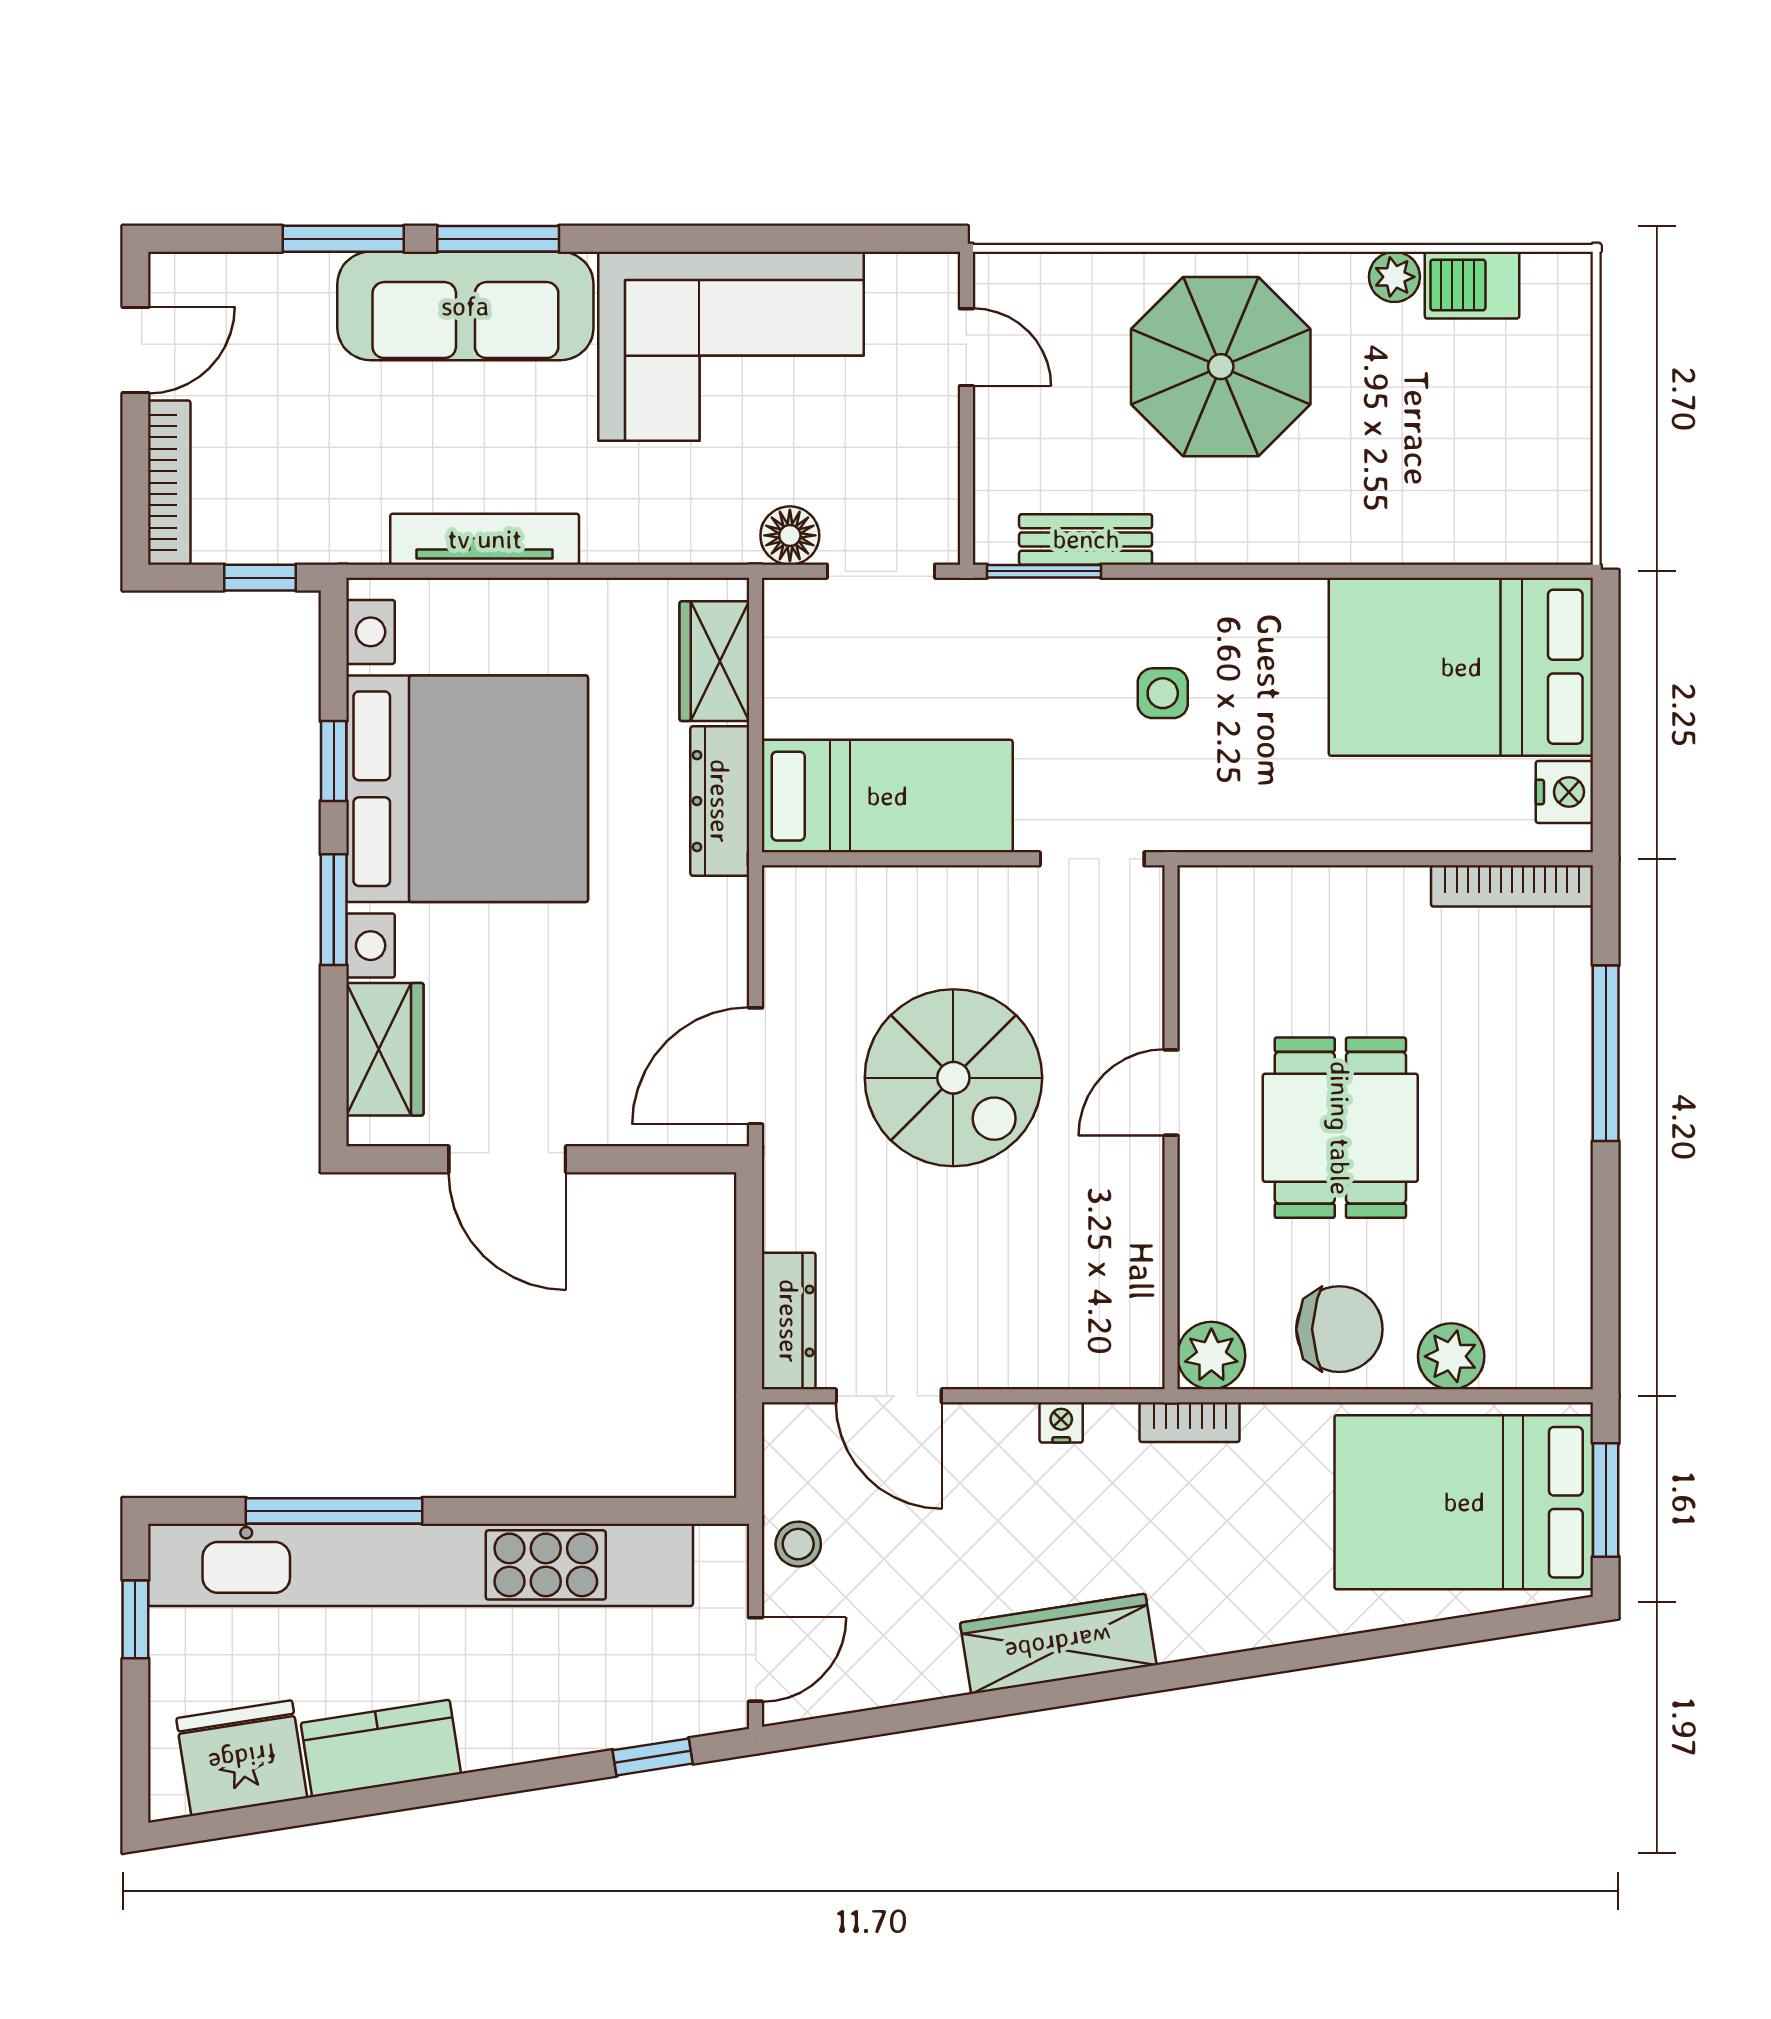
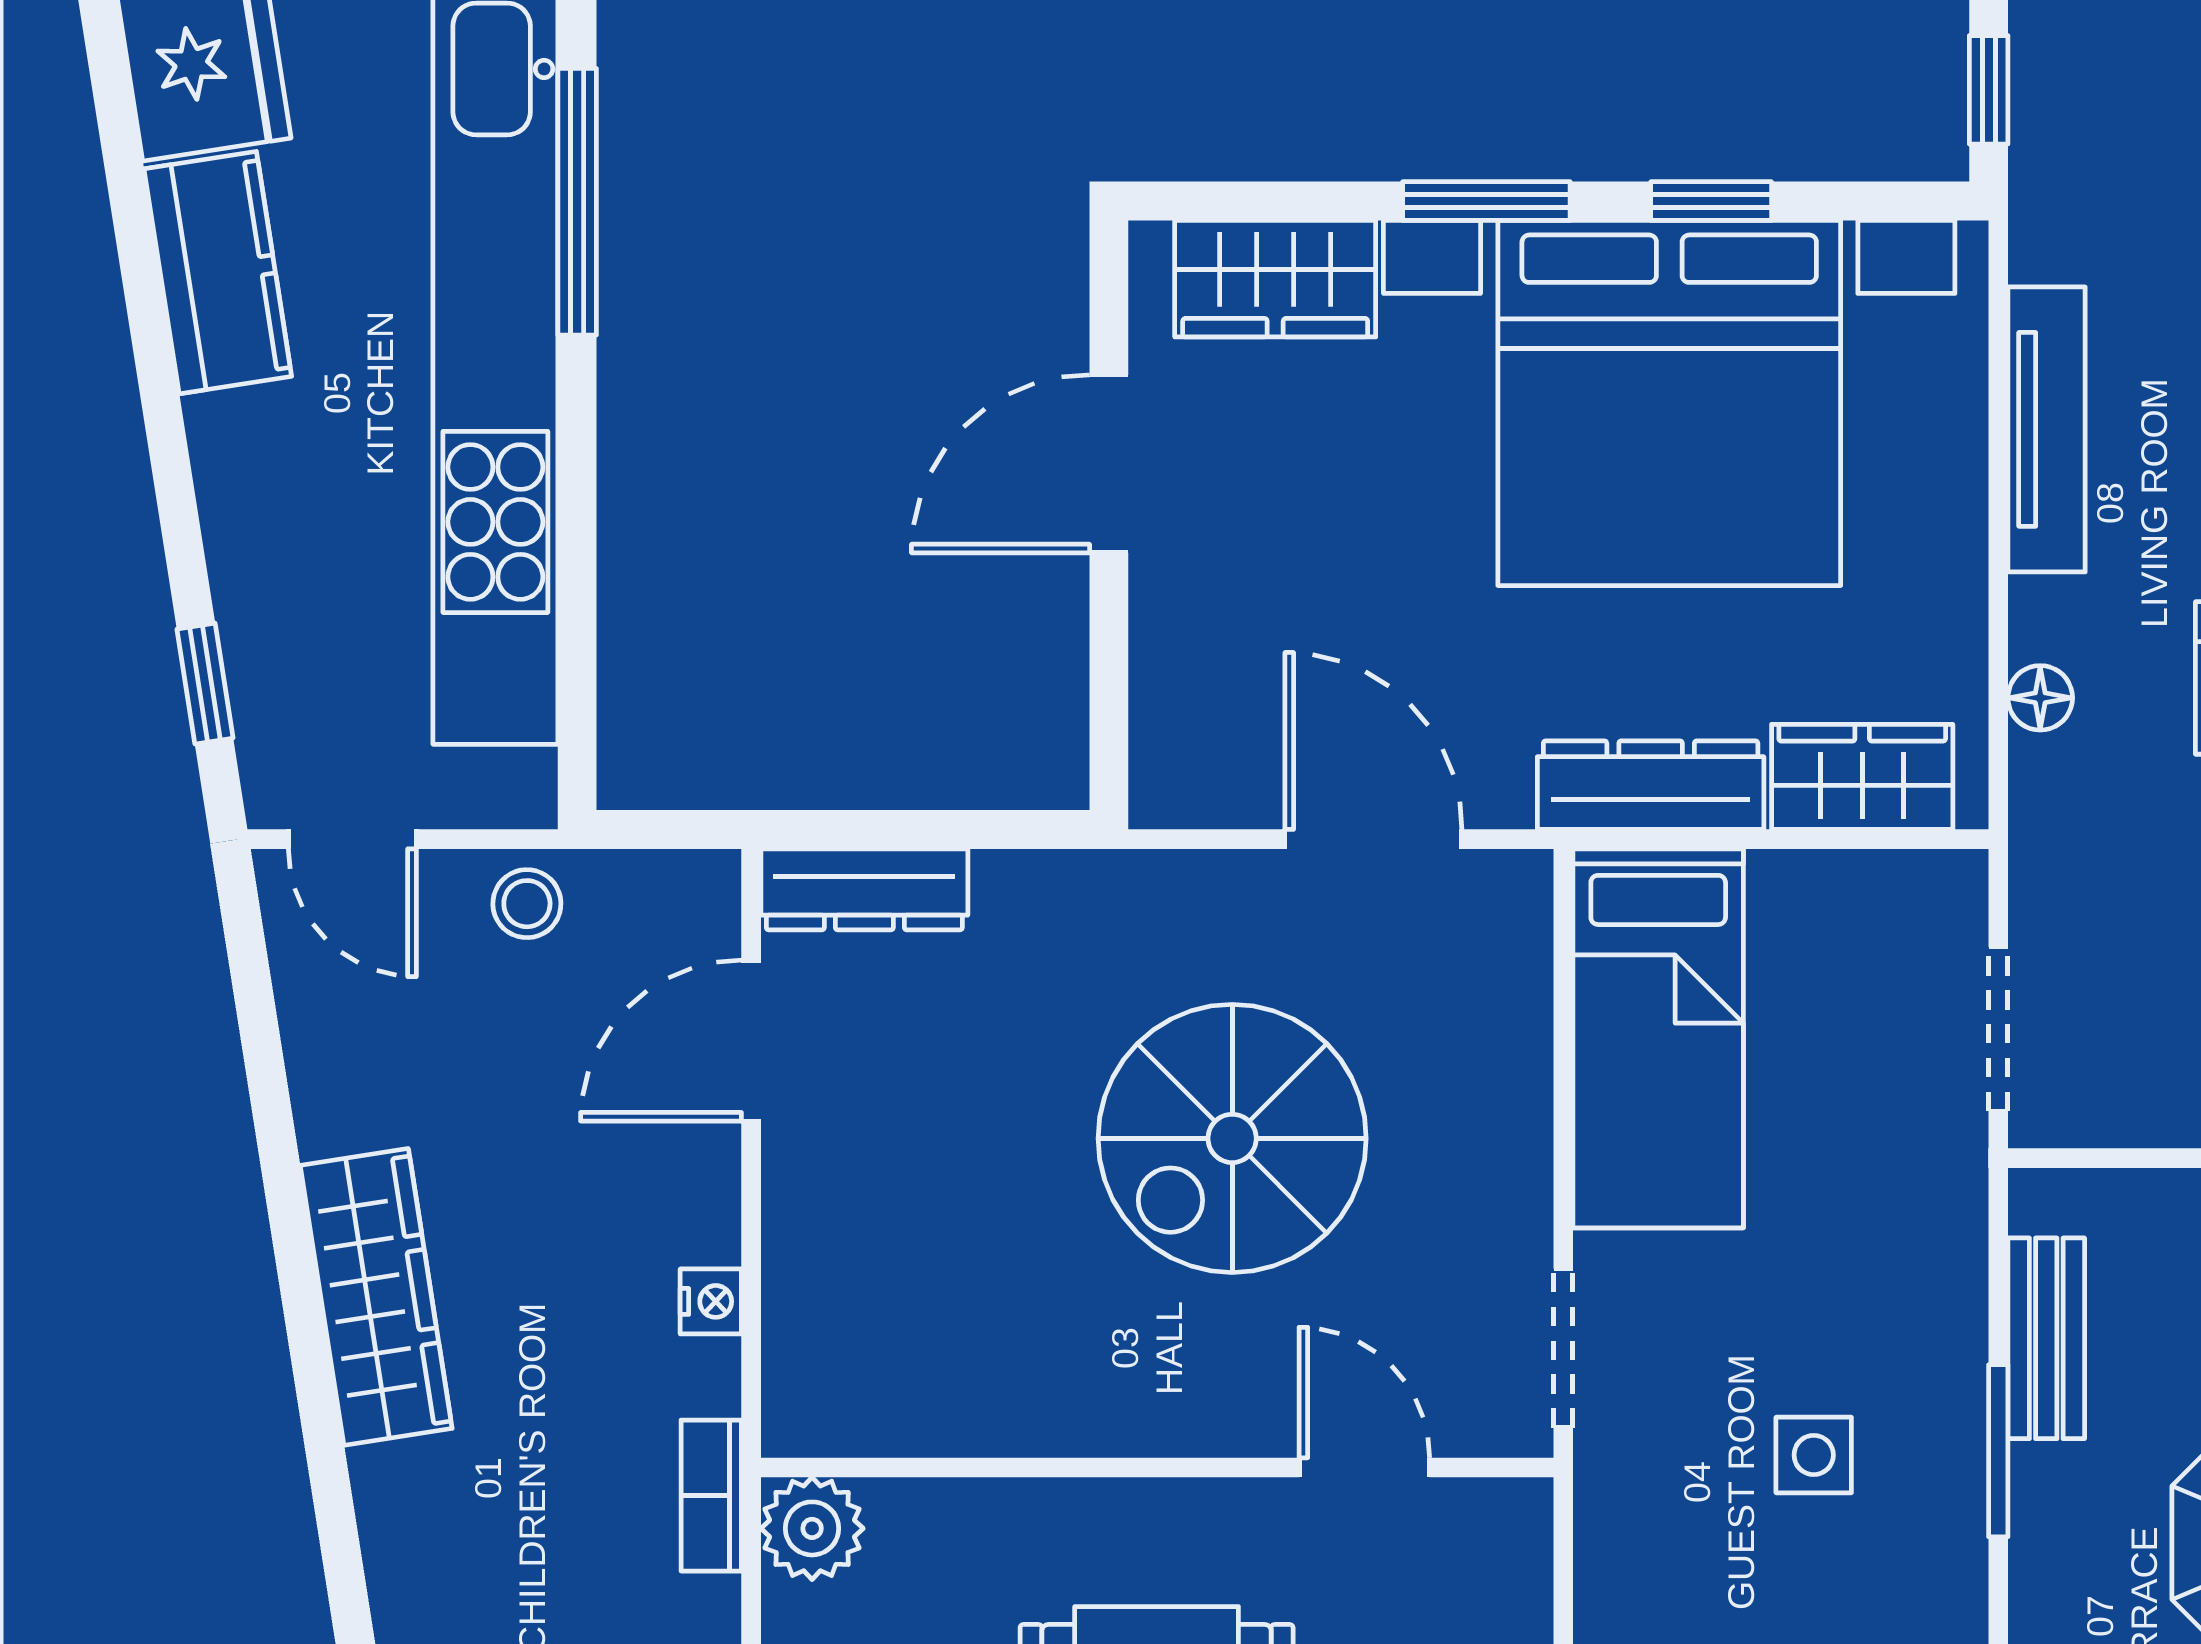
floor lamp: (790, 535) -> (2040, 698), moved, width x0.73, depth x0.73
window: (1044, 571) -> (1998, 1451), moved
door: (756, 1066) -> (1373, 839), moved
door: (1171, 1093) -> (1364, 1468), moved

